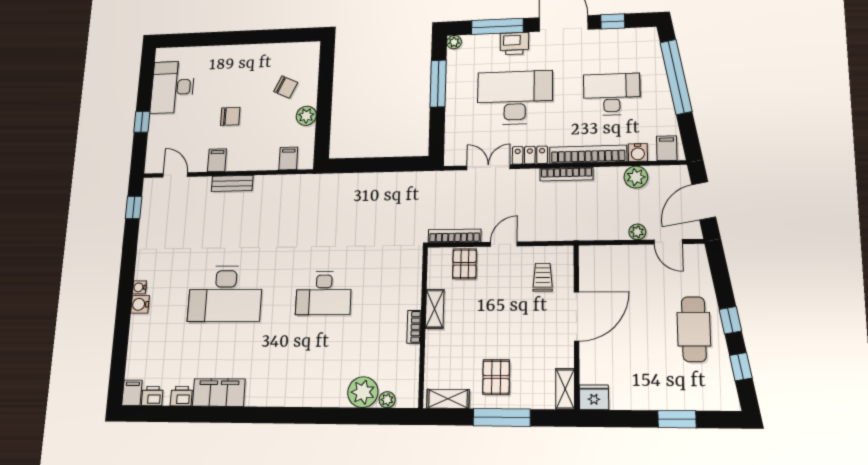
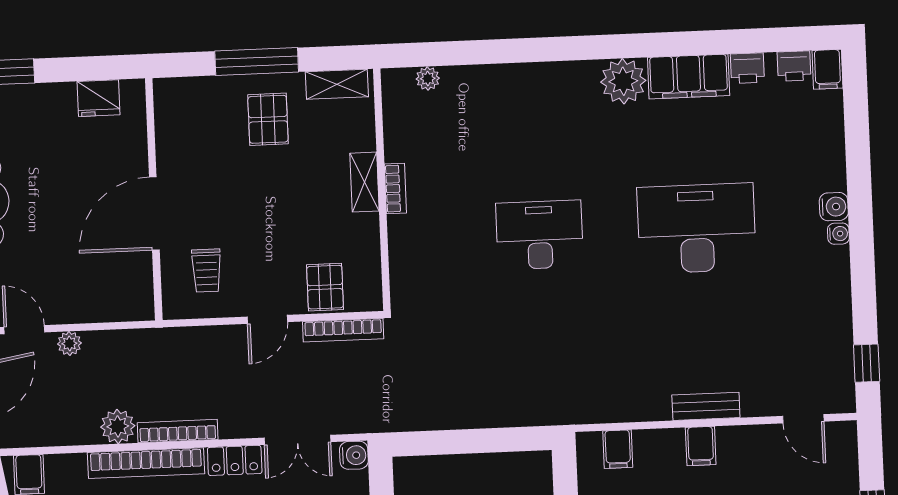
water cooler: (638, 152) -> (354, 455), moved, turned 90
filing cabinet: (217, 160) -> (701, 446), moved
plant: (636, 177) -> (118, 426), moved
shelving: (435, 309) -> (364, 182), moved
shelving: (565, 389) -> (167, 107), removed
plant: (363, 392) -> (623, 81), moved
fridge: (594, 397) -> (98, 98), moved

